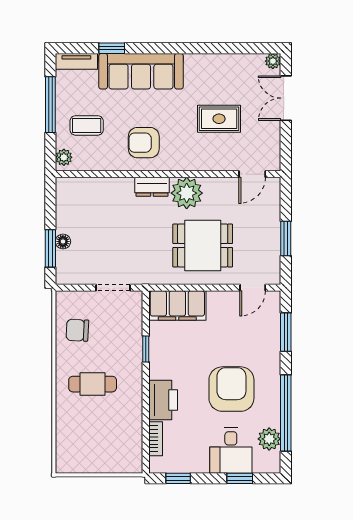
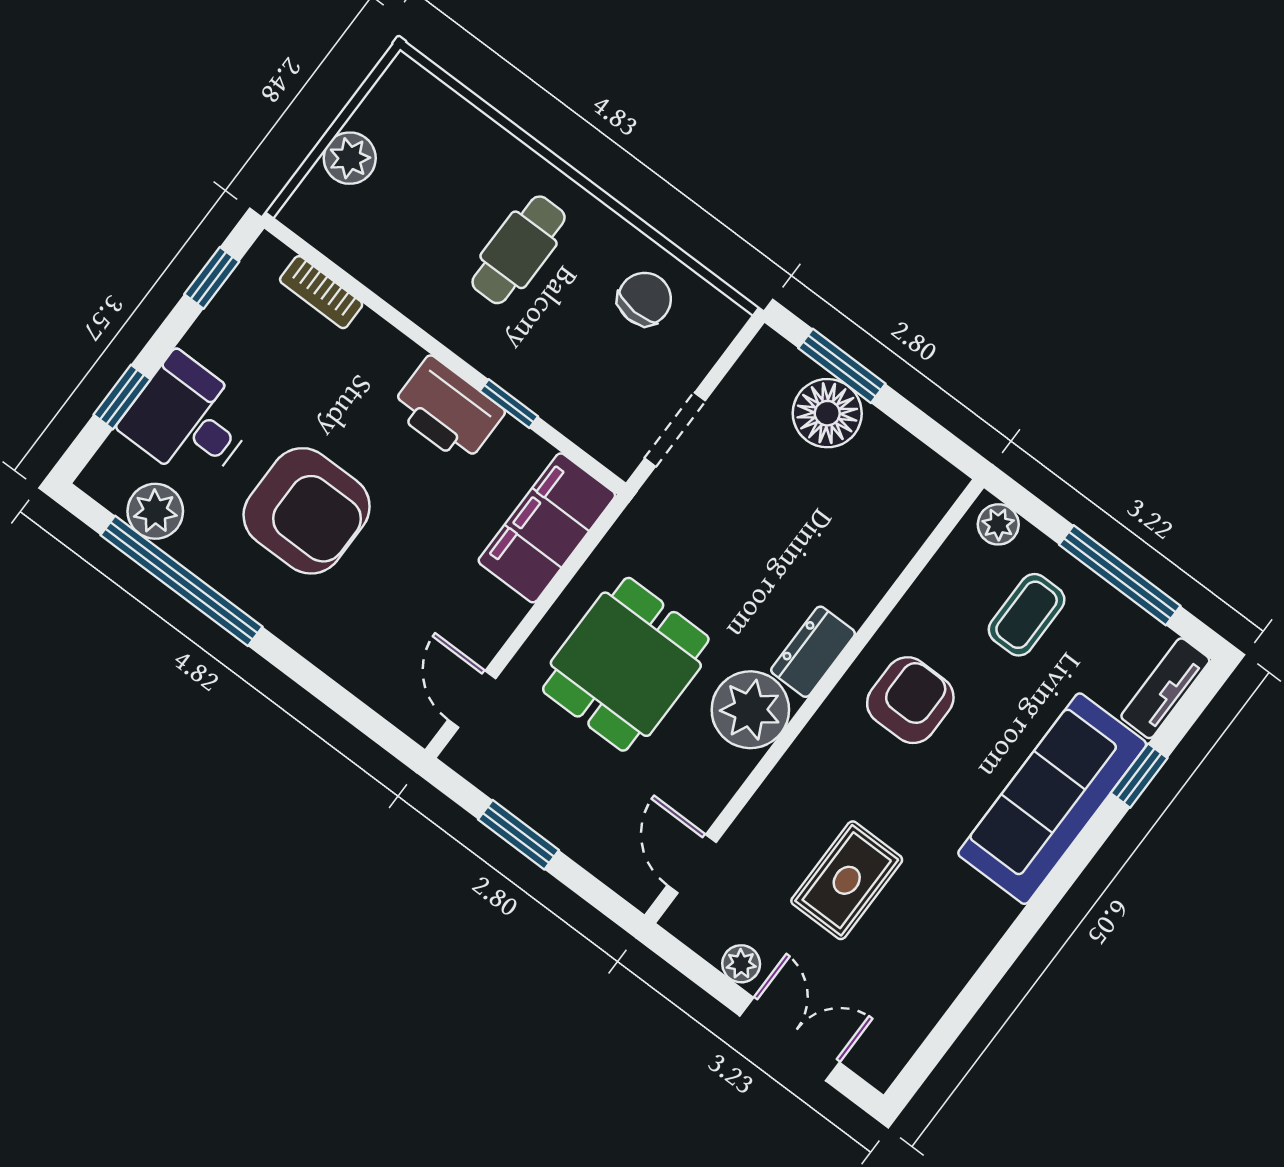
plant: (273, 61) -> (741, 964), moved
floor lamp: (63, 241) -> (827, 413), width x1.89, depth x1.89
window: (286, 332) -> (338, 698), removed
printer: (163, 400) -> (447, 410), moved
plant: (104, 463) -> (350, 158), added

